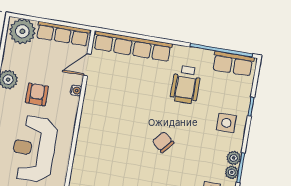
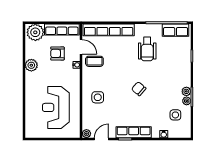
door: (87, 65) -> (81, 47), swing flipped
coffee table: (104, 90) -> (94, 61), added
armchair: (37, 94) -> (57, 53), moved, turned -90
side table: (226, 123) -> (98, 97), moved

